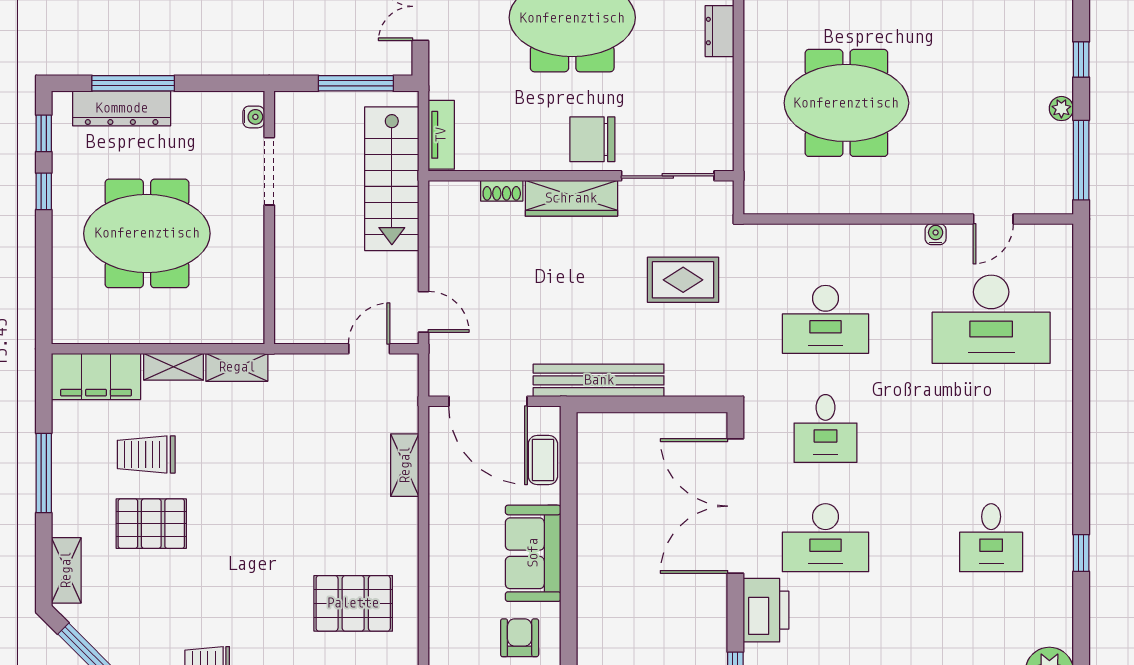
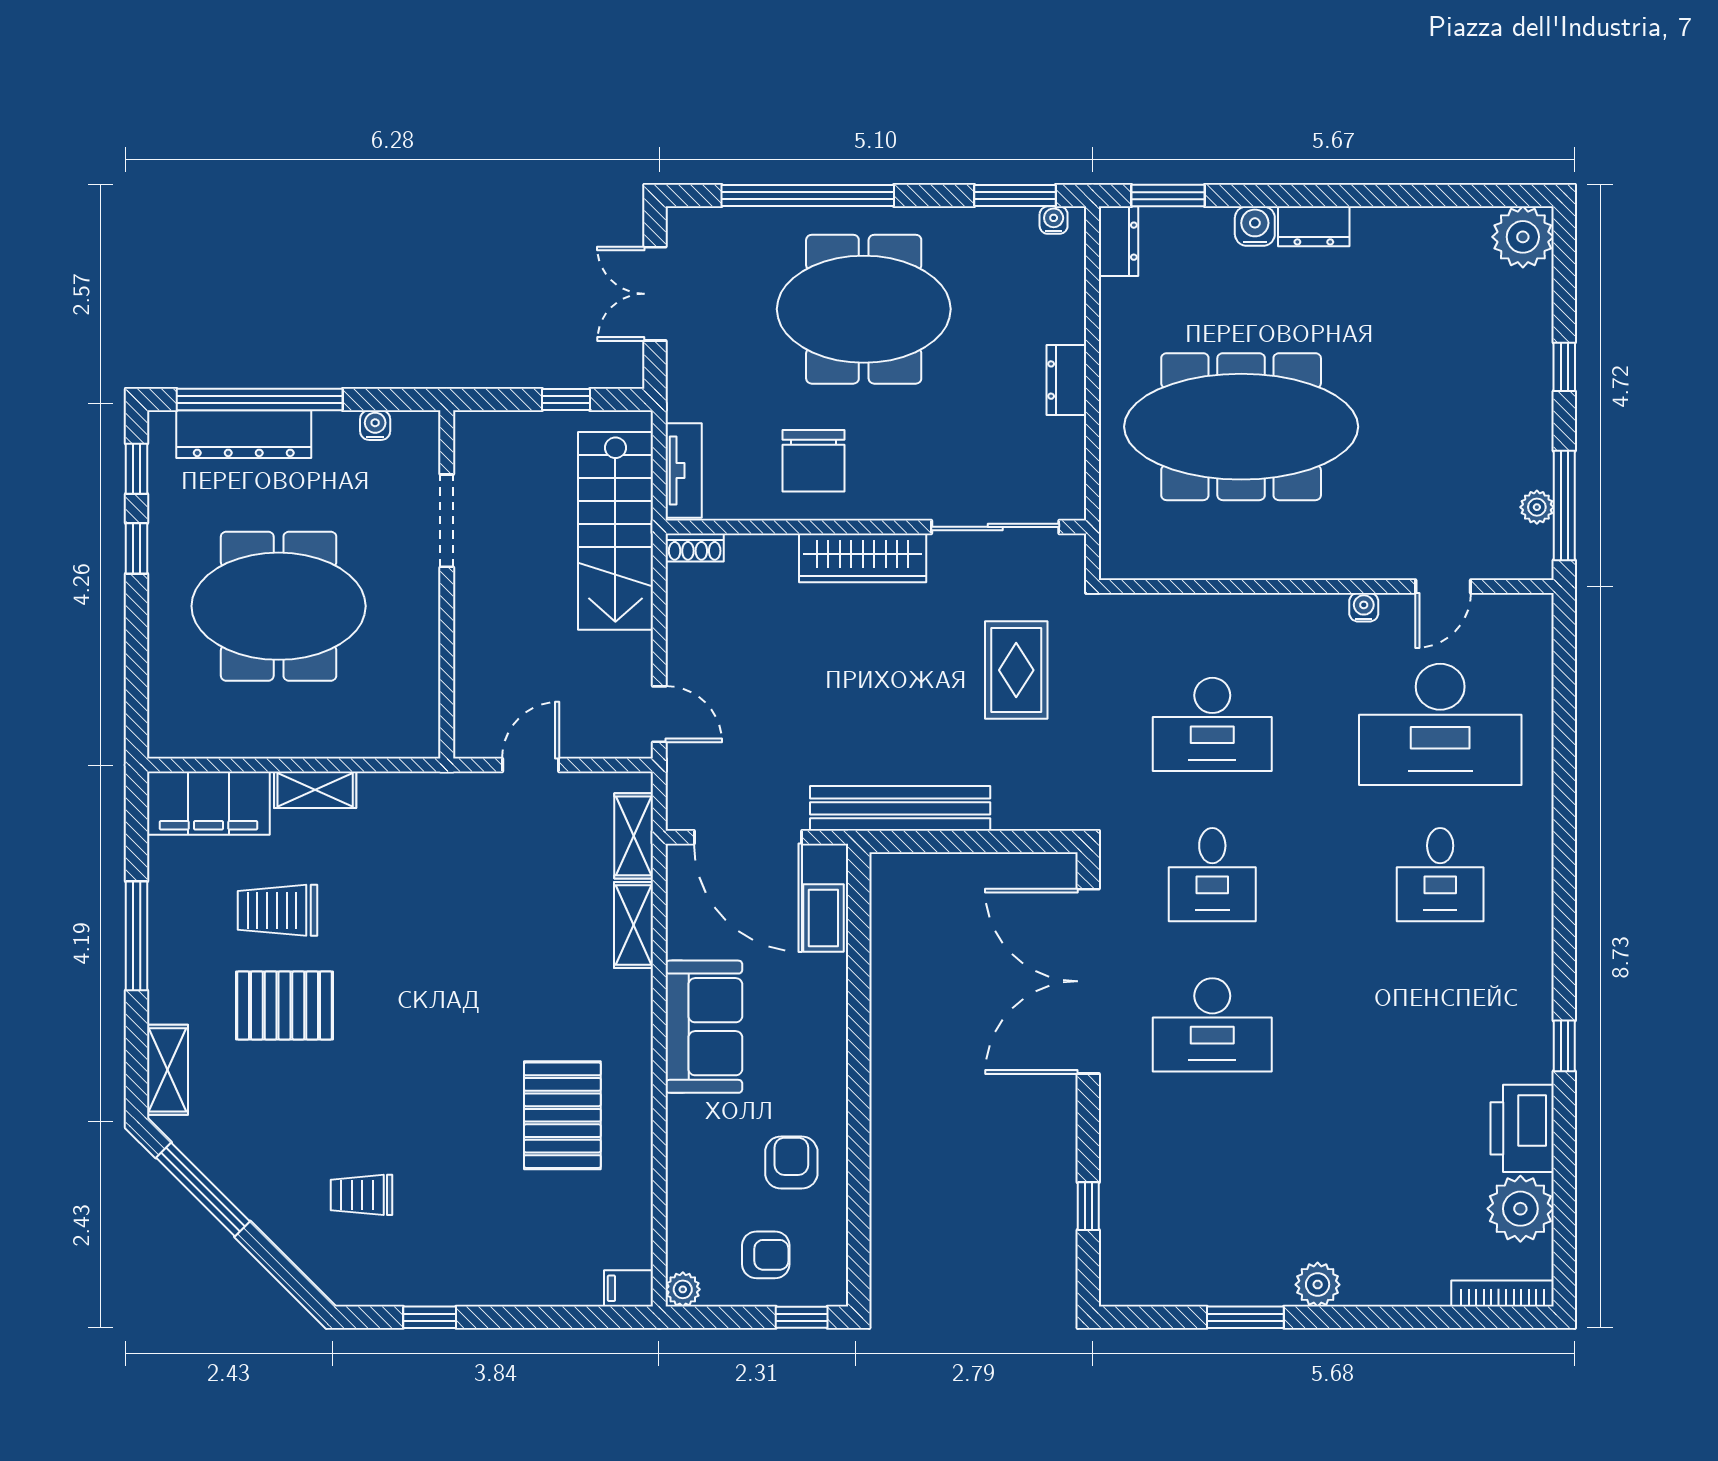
dresser: (720, 31) -> (1066, 380), moved
window: (133, 83) -> (260, 400), width x1.46
window: (356, 83) -> (566, 400), width x0.46
meeting table: (846, 103) -> (1241, 427), width x1.36
plant: (1061, 109) -> (1537, 507), moved
water cooler: (254, 117) -> (375, 425), moved, turned -90
chair: (592, 139) -> (814, 461), moved, turned -90
shoe rack: (502, 191) -> (695, 547), moved
rug: (683, 280) -> (1016, 670), turned 90
door: (369, 349) -> (531, 765), moved
shelving: (237, 367) -> (634, 836), moved, turned 90
desk: (991, 538) -> (1440, 875), moved
sofa: (533, 553) -> (704, 1027), moved, turned 180
pallet: (353, 603) -> (562, 1115), turned 90
printer: (766, 610) -> (1522, 1128), moved, turned 180

